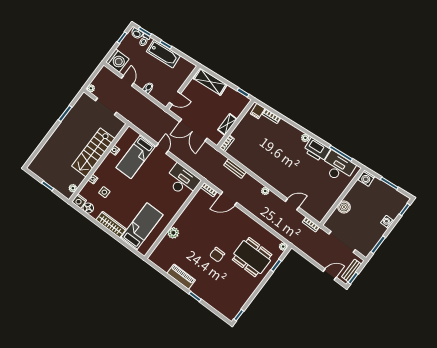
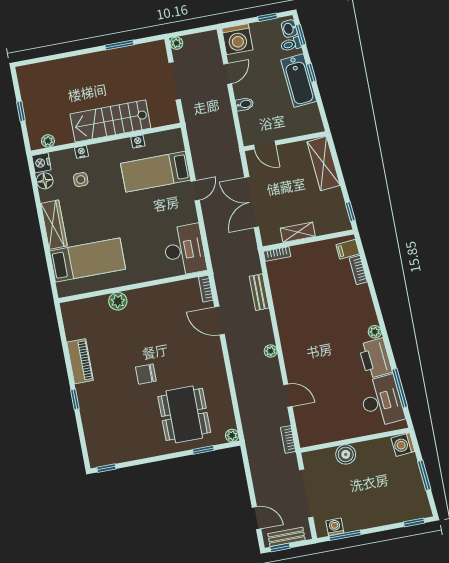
washing machine: (387, 222) -> (335, 527), moved

